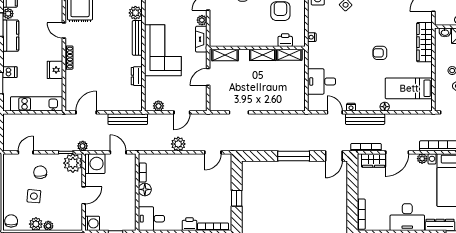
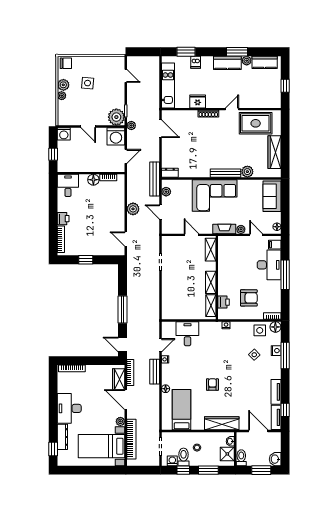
dresser: (137, 76) -> (170, 173), moved
bench: (128, 119) -> (155, 179), moved
bench: (365, 119) -> (155, 372), width x0.73
chair: (40, 172) -> (108, 89), removed

